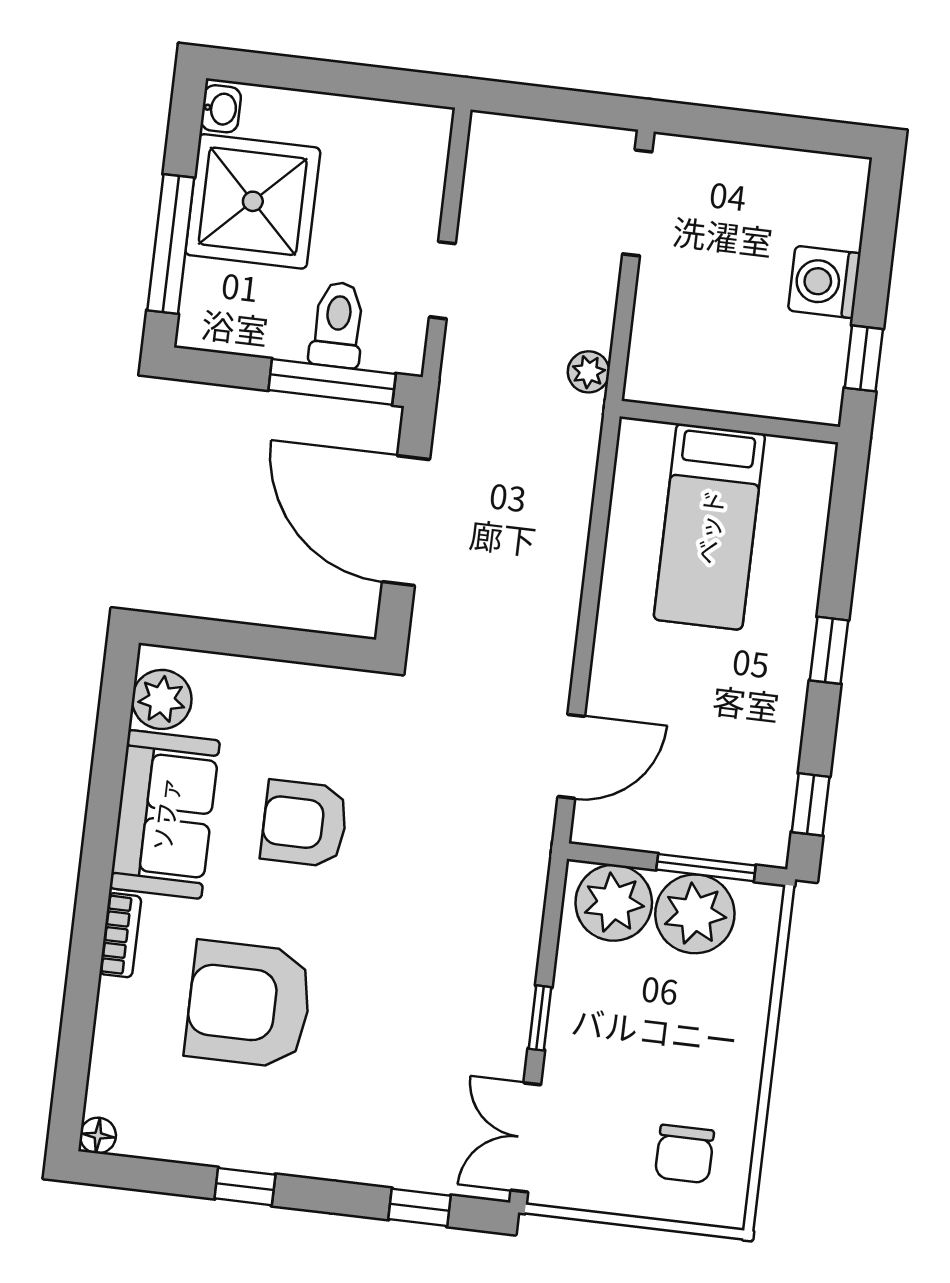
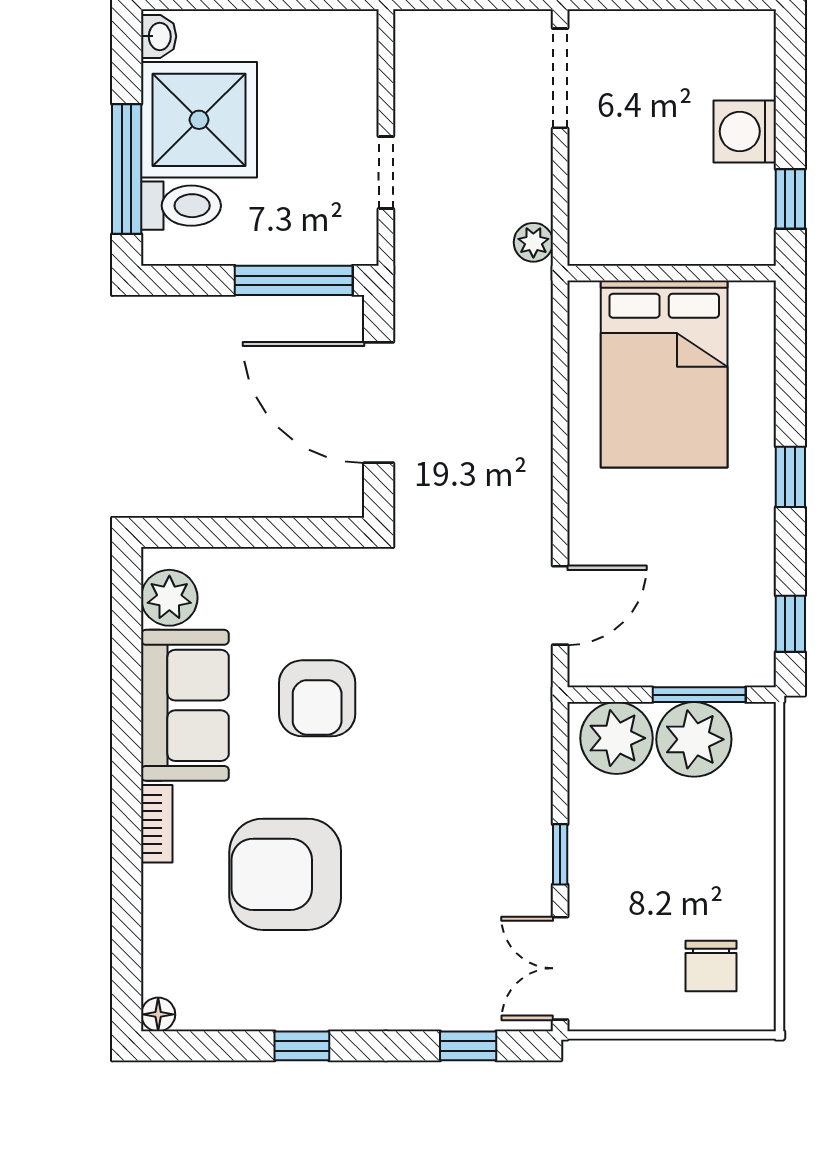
toilet: (338, 325) -> (181, 206), moved, turned 90
bed: (709, 527) -> (664, 374), width x1.50
armchair: (304, 824) -> (317, 698), turned -90

